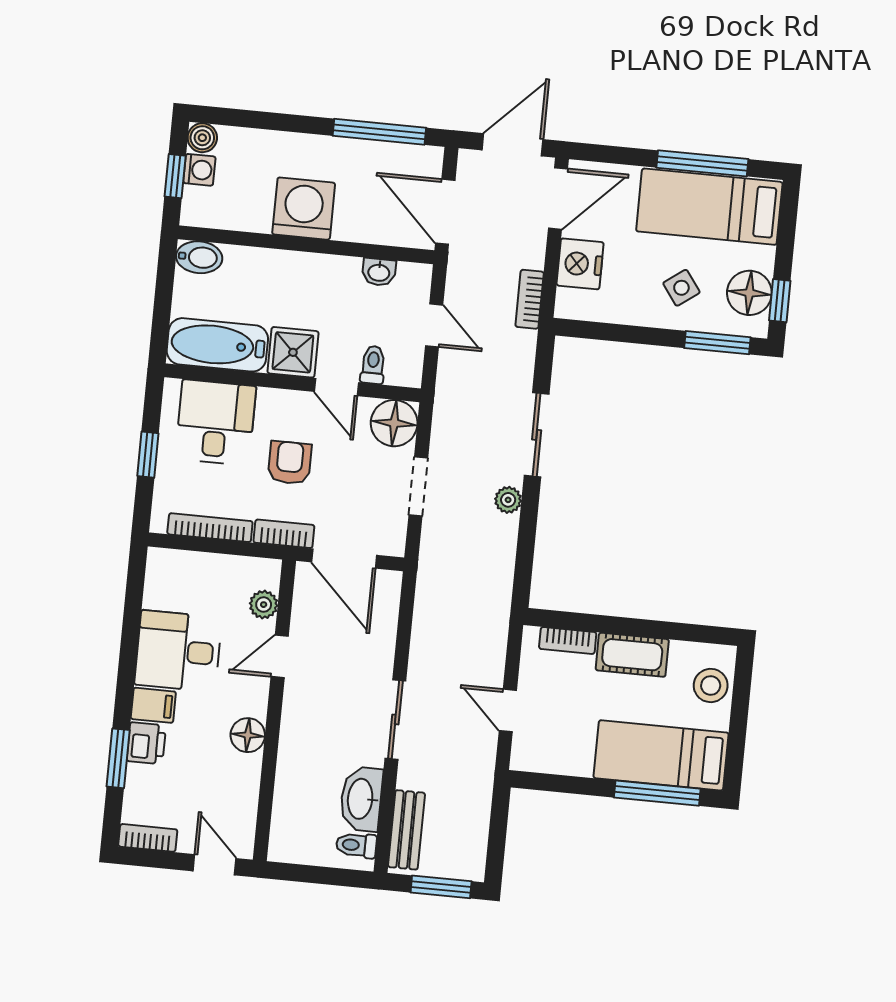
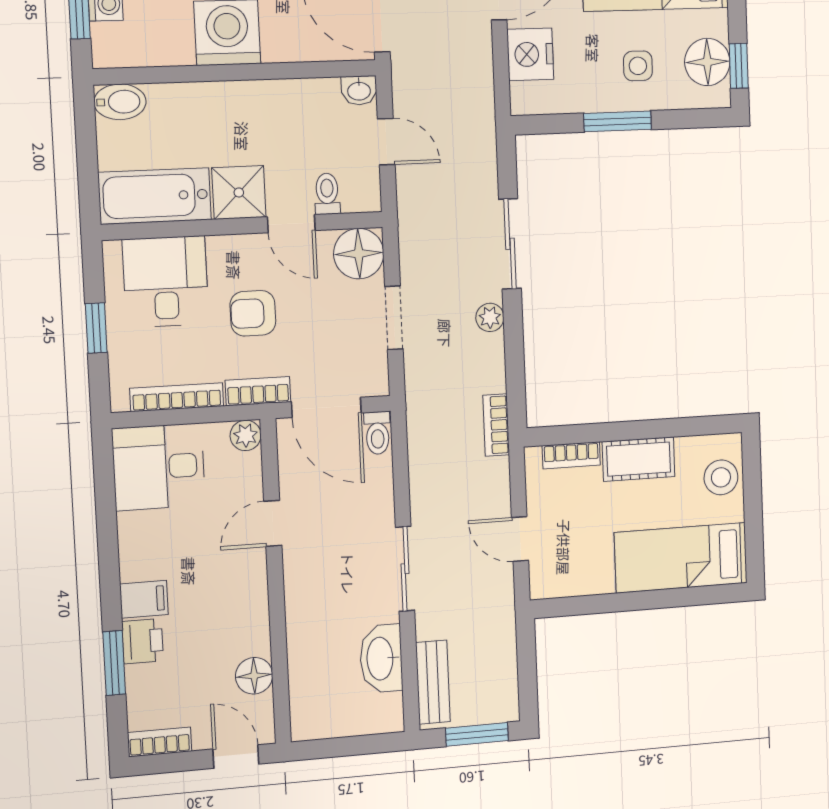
washbasin: (379, 272) -> (359, 90), moved
side table: (681, 288) -> (638, 66), turned 36
bookcase: (530, 299) -> (496, 425), moved
window: (717, 343) -> (618, 121), moved
armchair: (290, 463) -> (253, 313), turned -90
plant: (264, 605) -> (246, 435), moved
desk: (178, 651) -> (159, 467), moved
floor lamp: (248, 735) -> (254, 676), moved
window: (657, 793) -> (682, 597), removed
toilet: (356, 845) -> (377, 433), moved, turned -90

